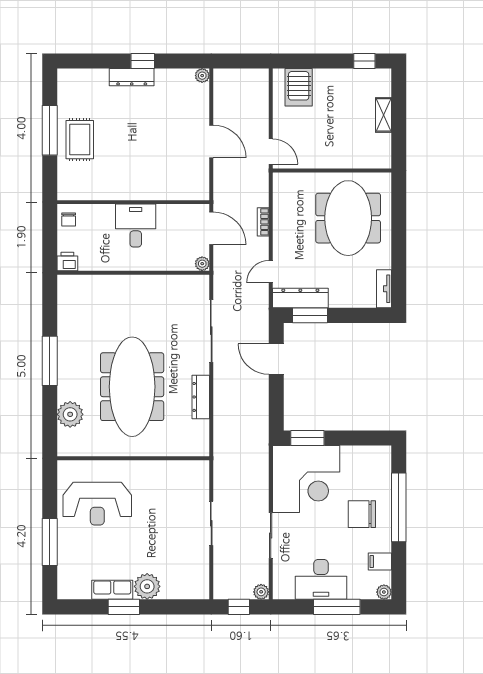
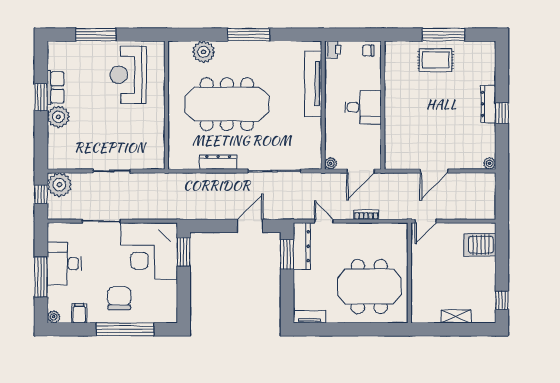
tv unit: (108, 285) -> (313, 84), added
plant: (261, 592) -> (59, 185), moved, width x1.88, depth x1.88

